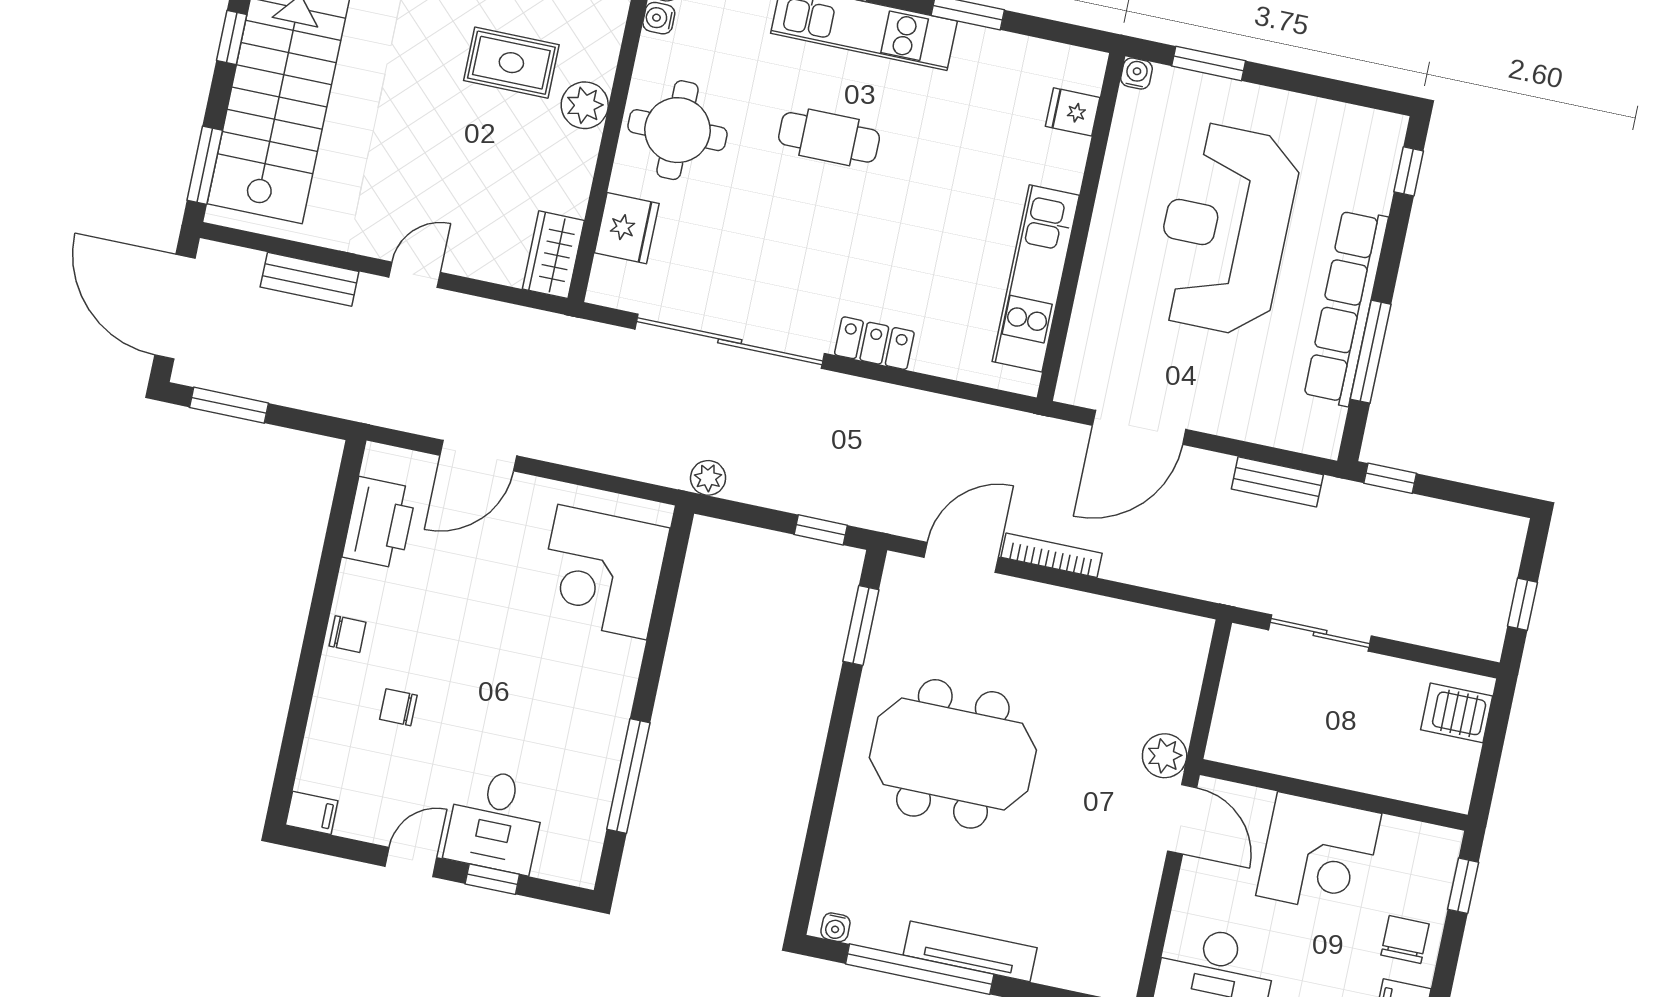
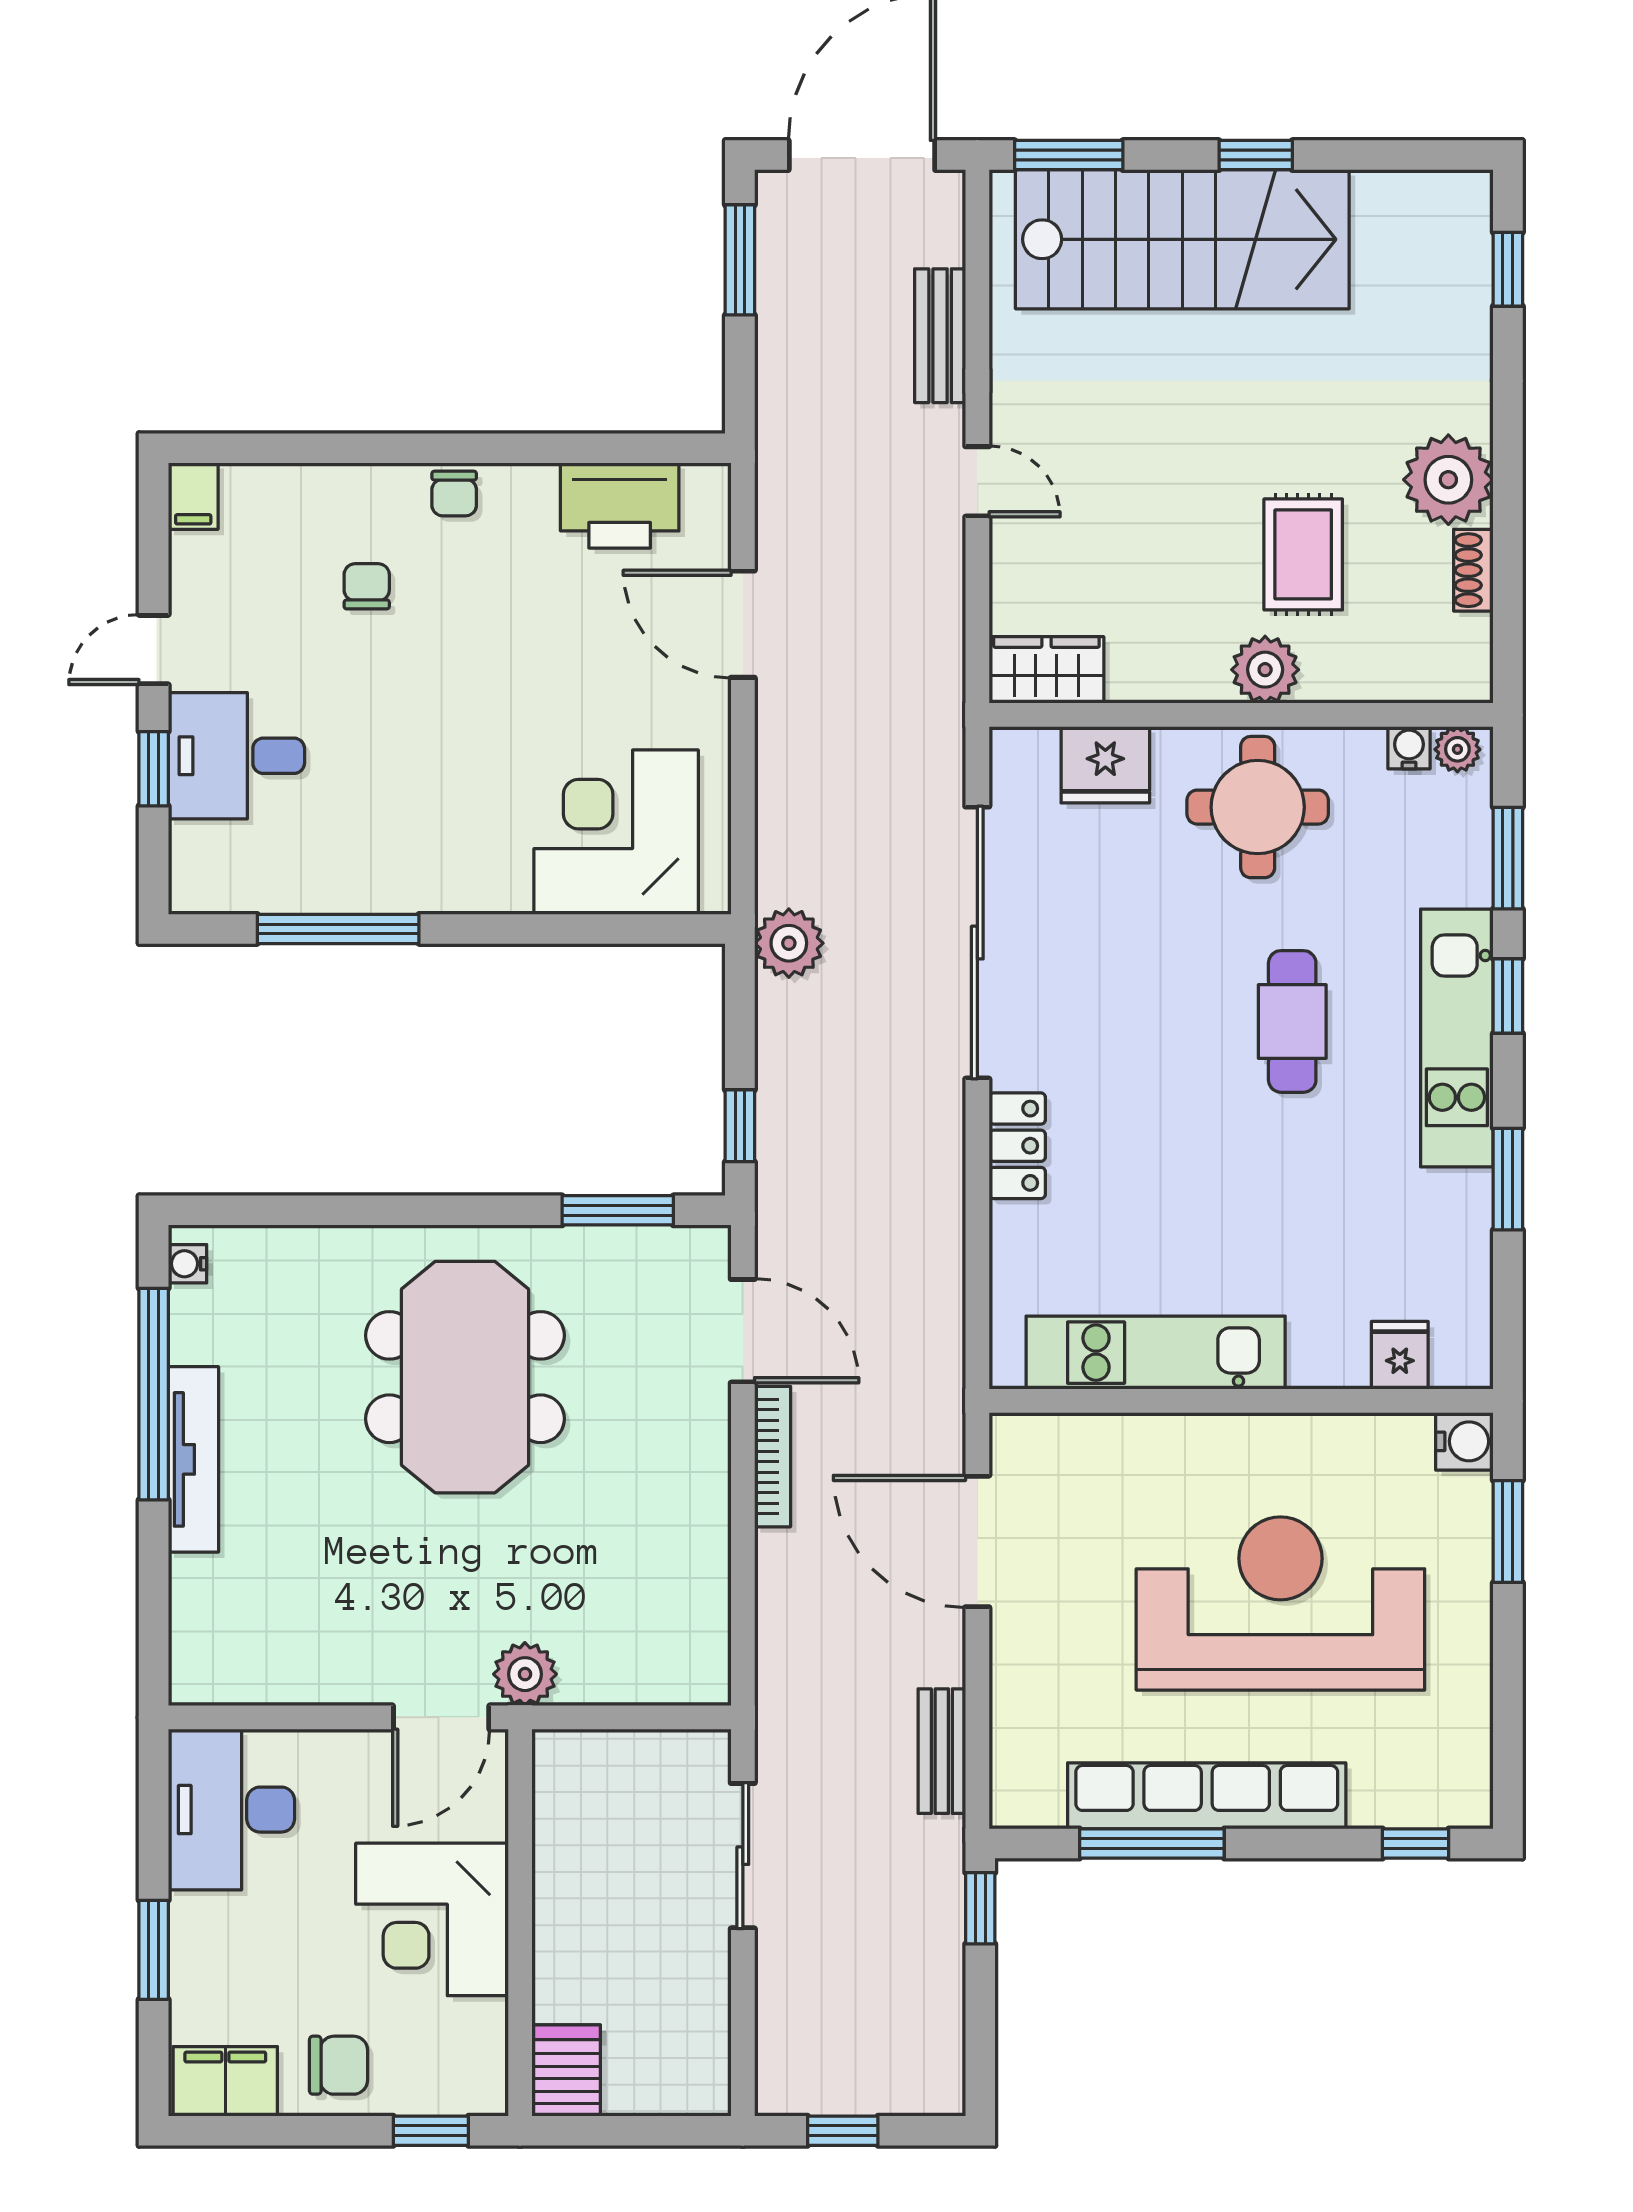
water cooler: (1137, 74) -> (1464, 1441), width x1.38, depth x1.38
plant: (708, 478) -> (789, 943), width x1.38, depth x1.38
server rack: (1457, 713) -> (566, 2071), moved
door: (411, 862) -> (154, 650), swing flipped

